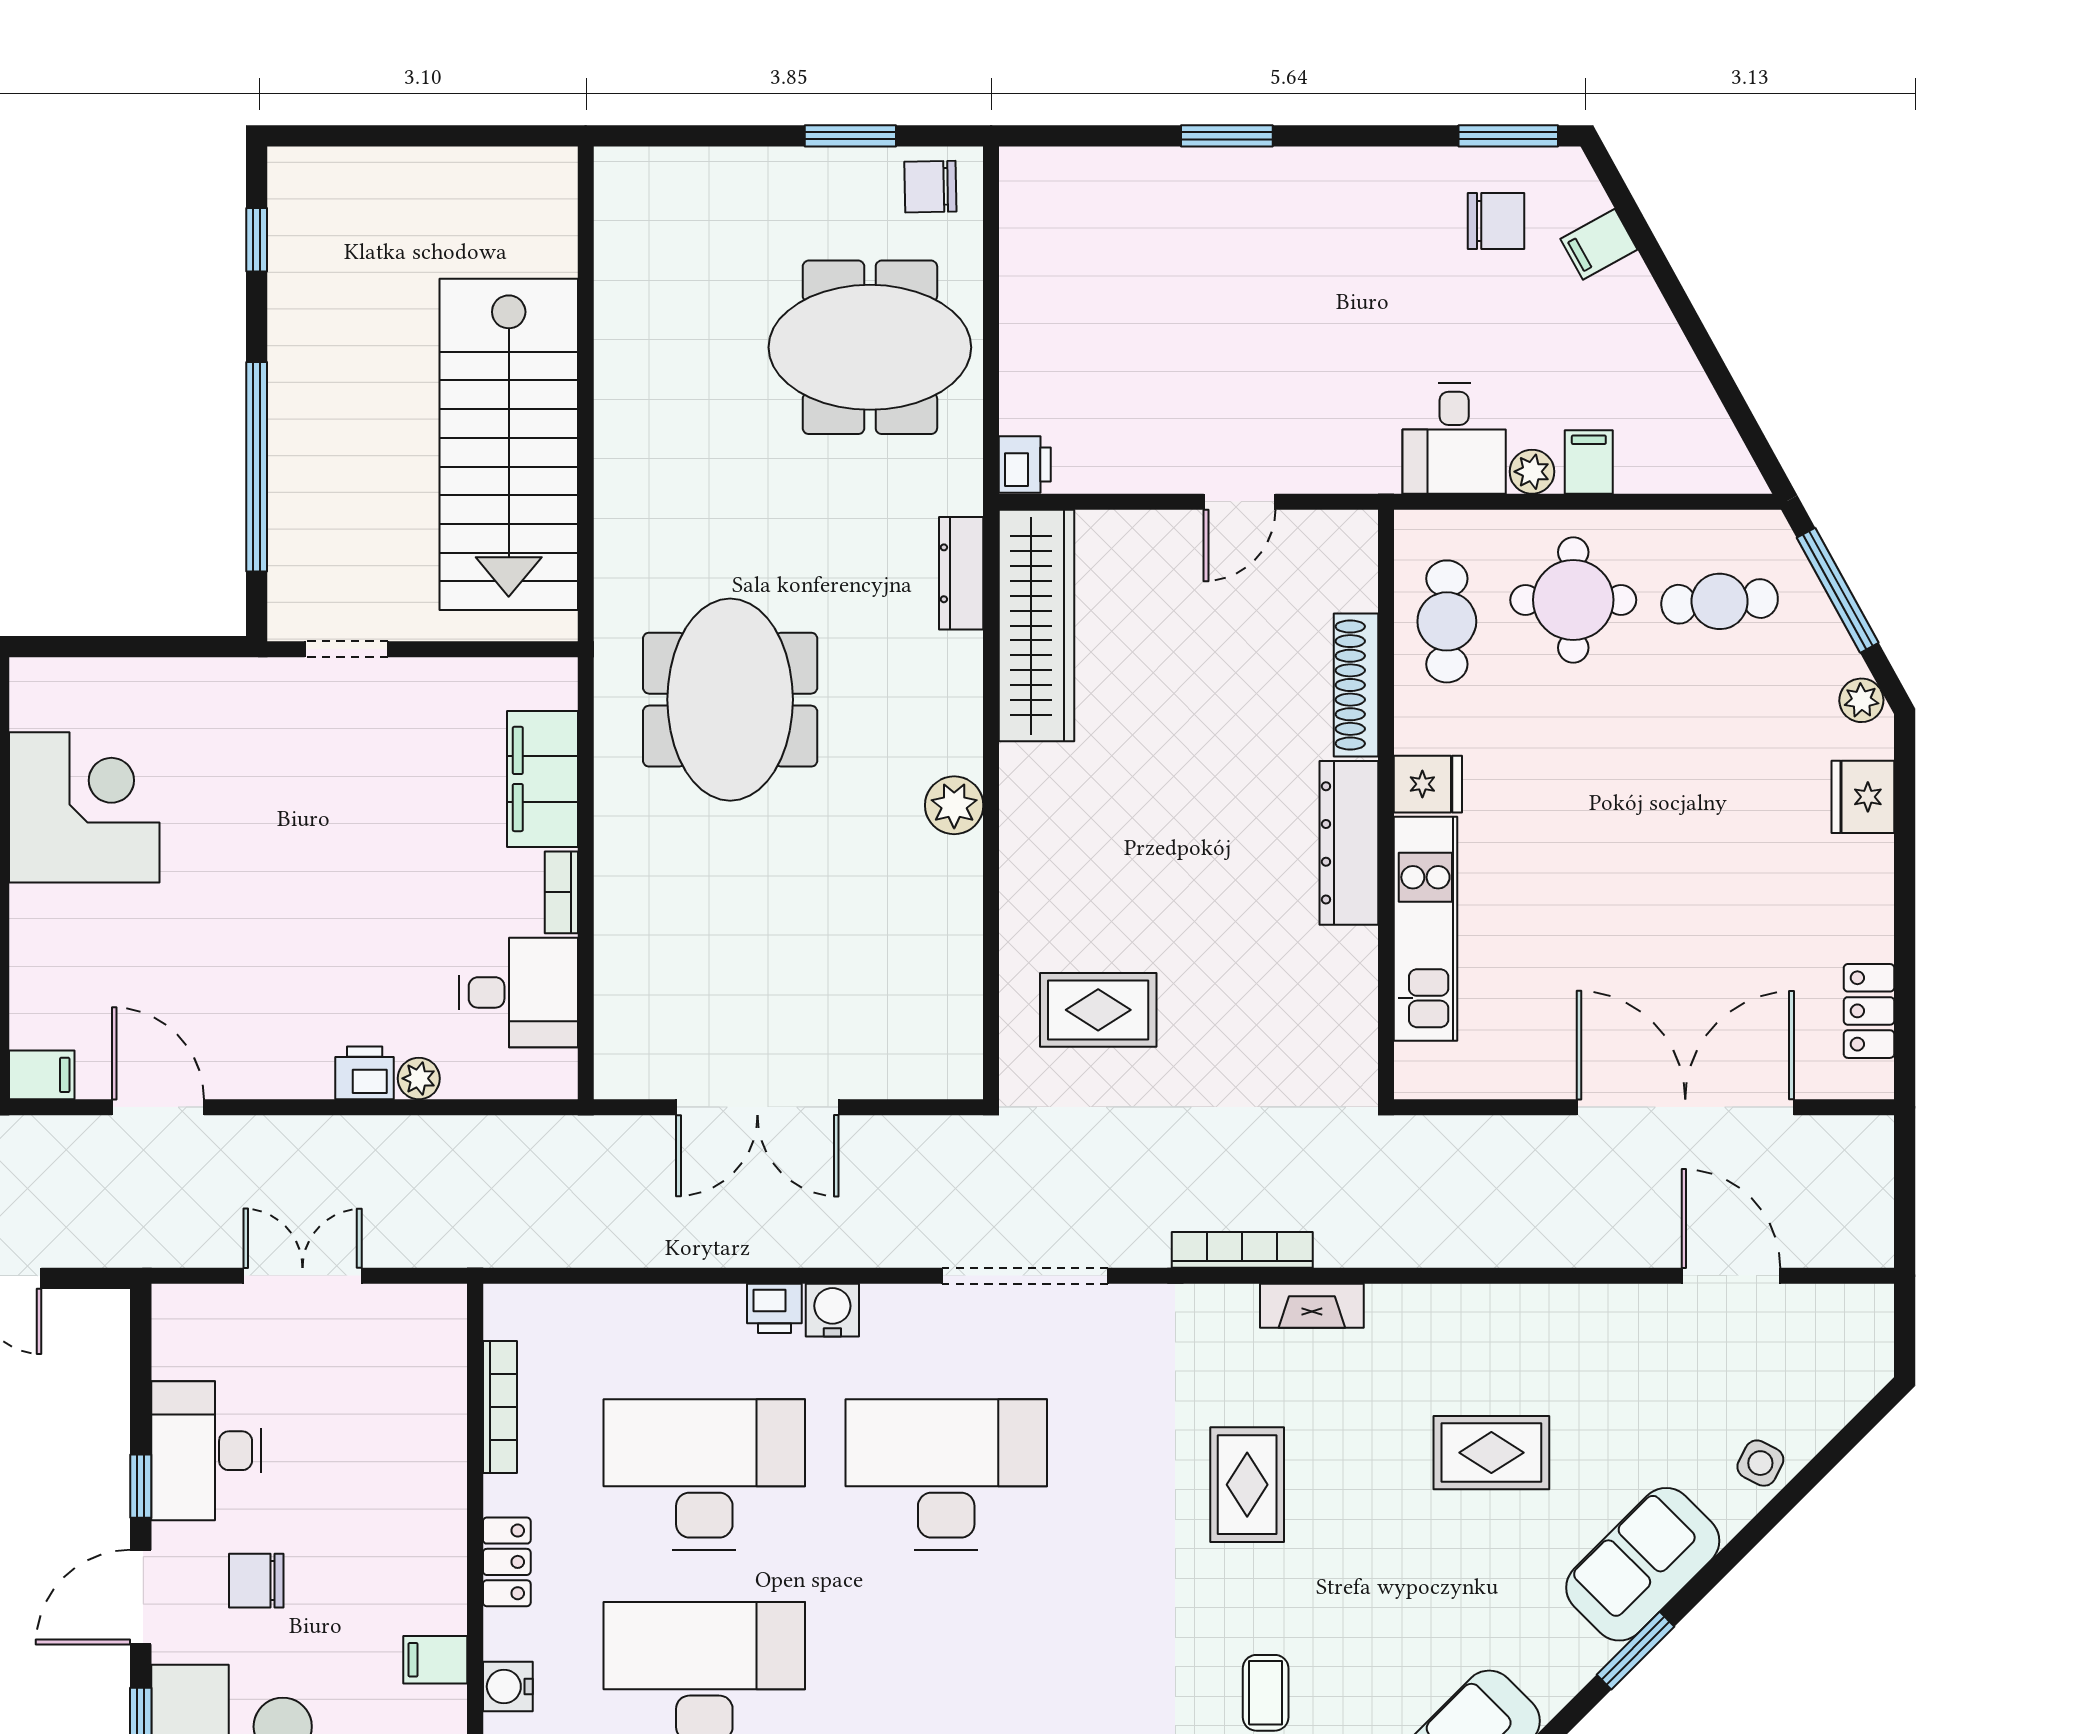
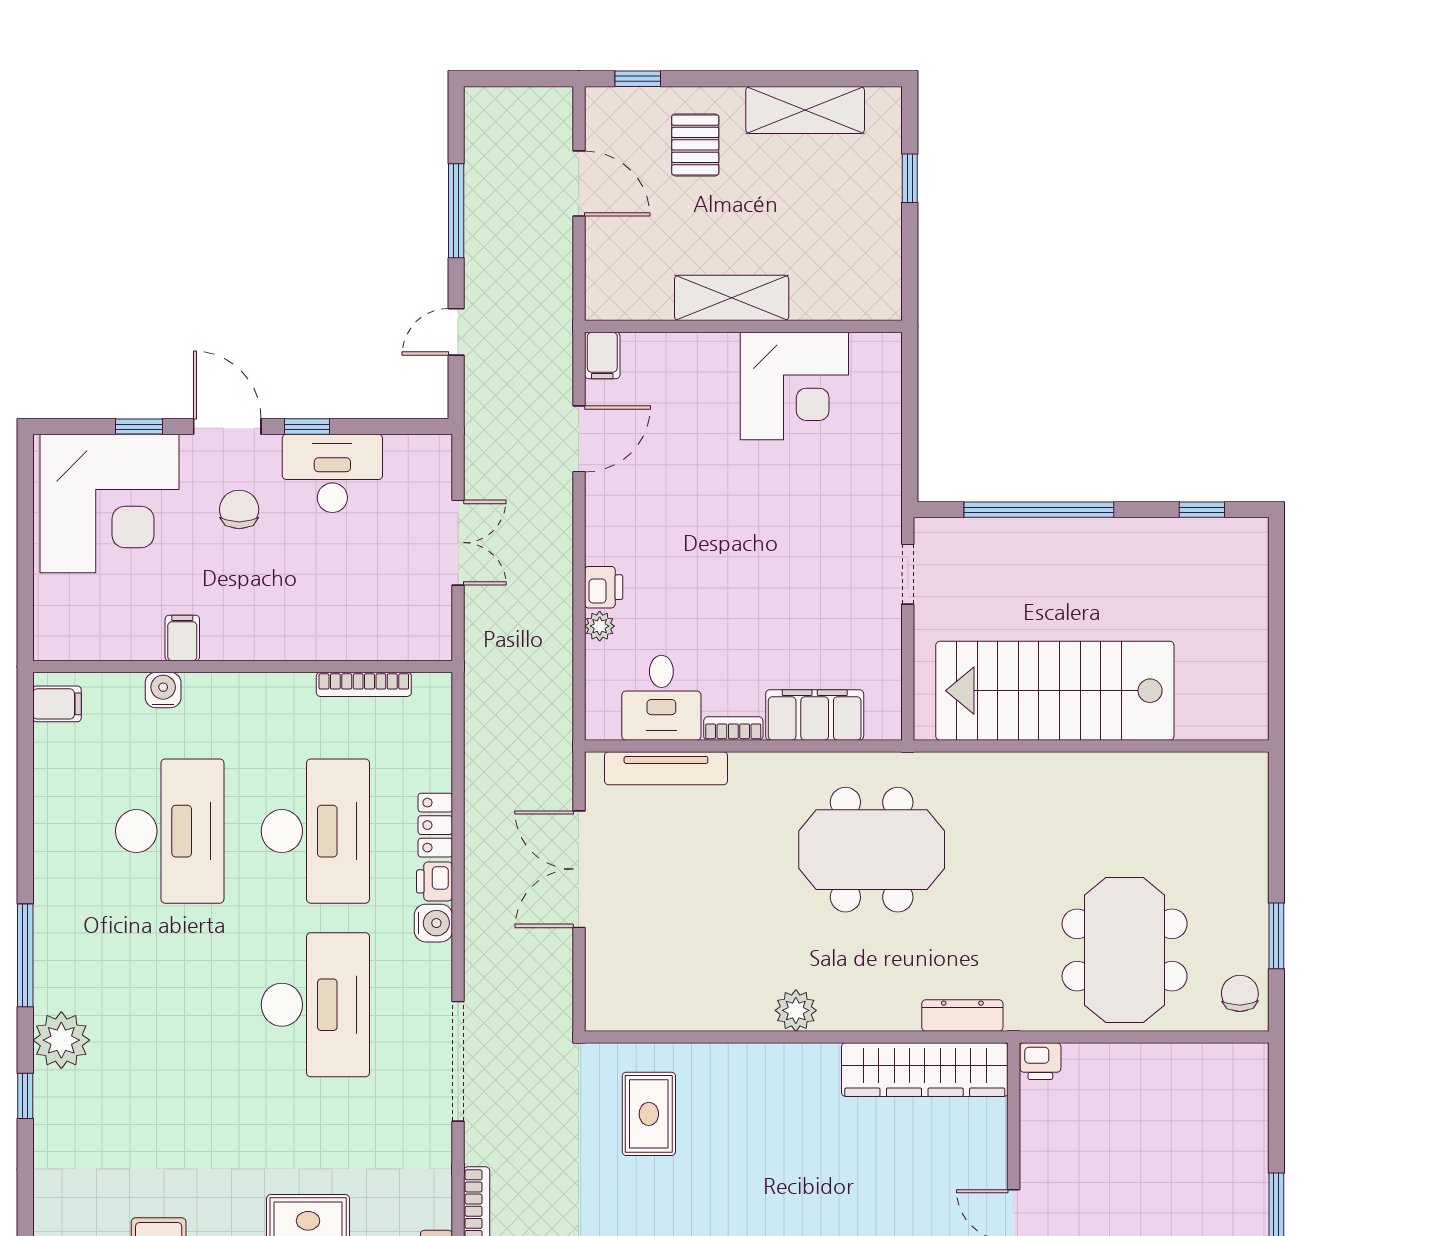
tv unit: (617, 986) -> (666, 768), added
locker: (507, 1562) -> (435, 825), moved, turned 90

